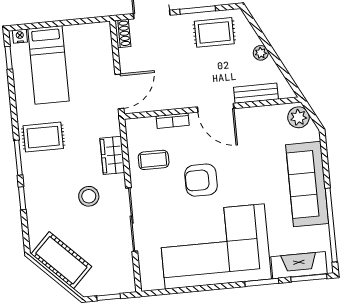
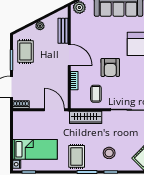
door: (216, 108) -> (69, 55), hinge flipped
wardrobe: (112, 155) -> (86, 117), width x1.50
stool: (89, 196) -> (109, 153), moved

